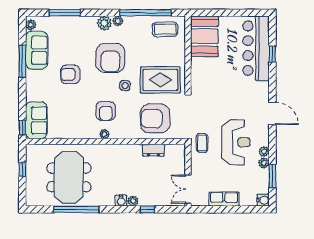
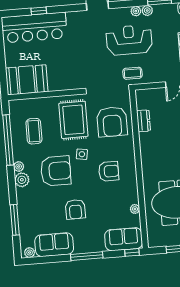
coffee table: (165, 29) -> (34, 131), moved
window: (22, 61) -> (87, 256), moved
plant: (104, 134) -> (135, 209), moved

